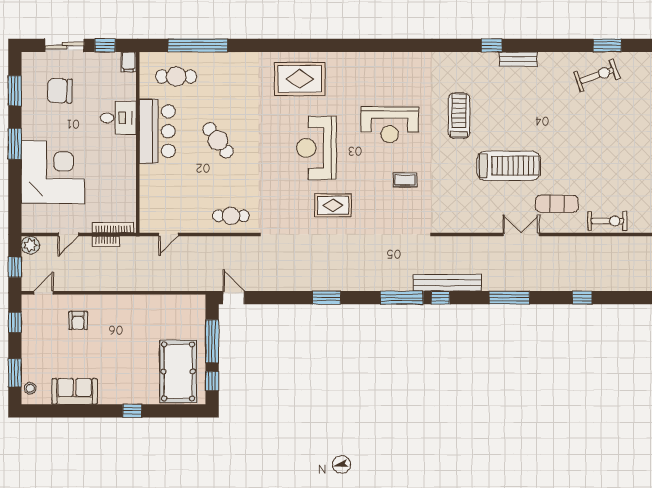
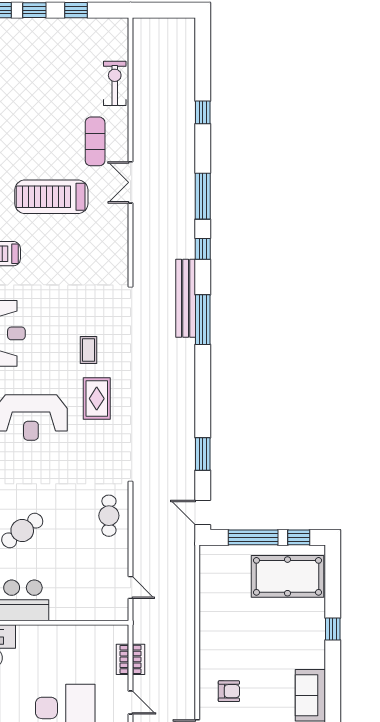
treadmill: (509, 166) -> (51, 197), turned -90
coffee table: (405, 180) -> (89, 350), moved
bookcase: (113, 228) -> (122, 659), width x0.64
bench: (447, 283) -> (186, 298), moved
door: (234, 298) -> (203, 513), hinge flipped
window: (326, 298) -> (203, 454), moved
window: (440, 298) -> (203, 249), moved

